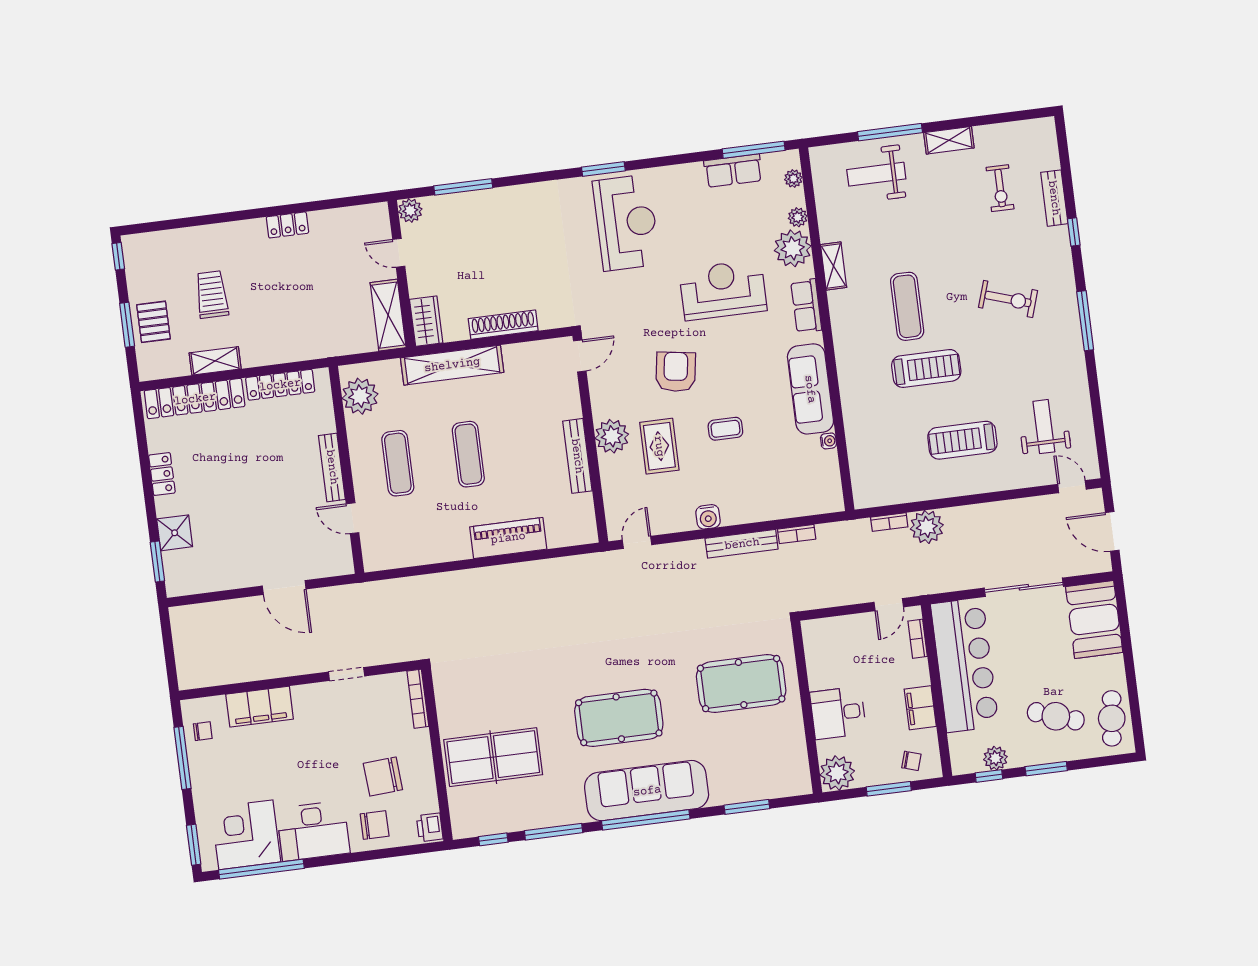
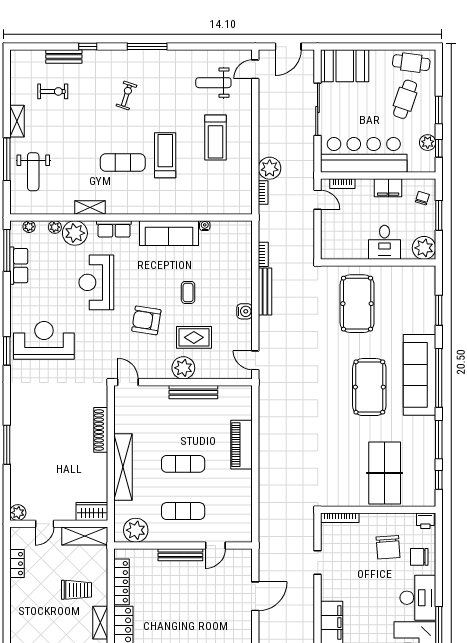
plant: (410, 210) -> (18, 513), moved
door: (399, 253) -> (45, 524), moved
wall: (402, 274) -> (59, 524), moved
trolley: (212, 295) -> (77, 590), moved, turned 180
exercise bike: (1008, 299) -> (126, 96), width x0.73, depth x0.72
shelving: (388, 315) -> (85, 536), moved
wardrobe: (426, 321) -> (92, 511), moved
chair: (375, 825) -> (419, 557), turned -90

